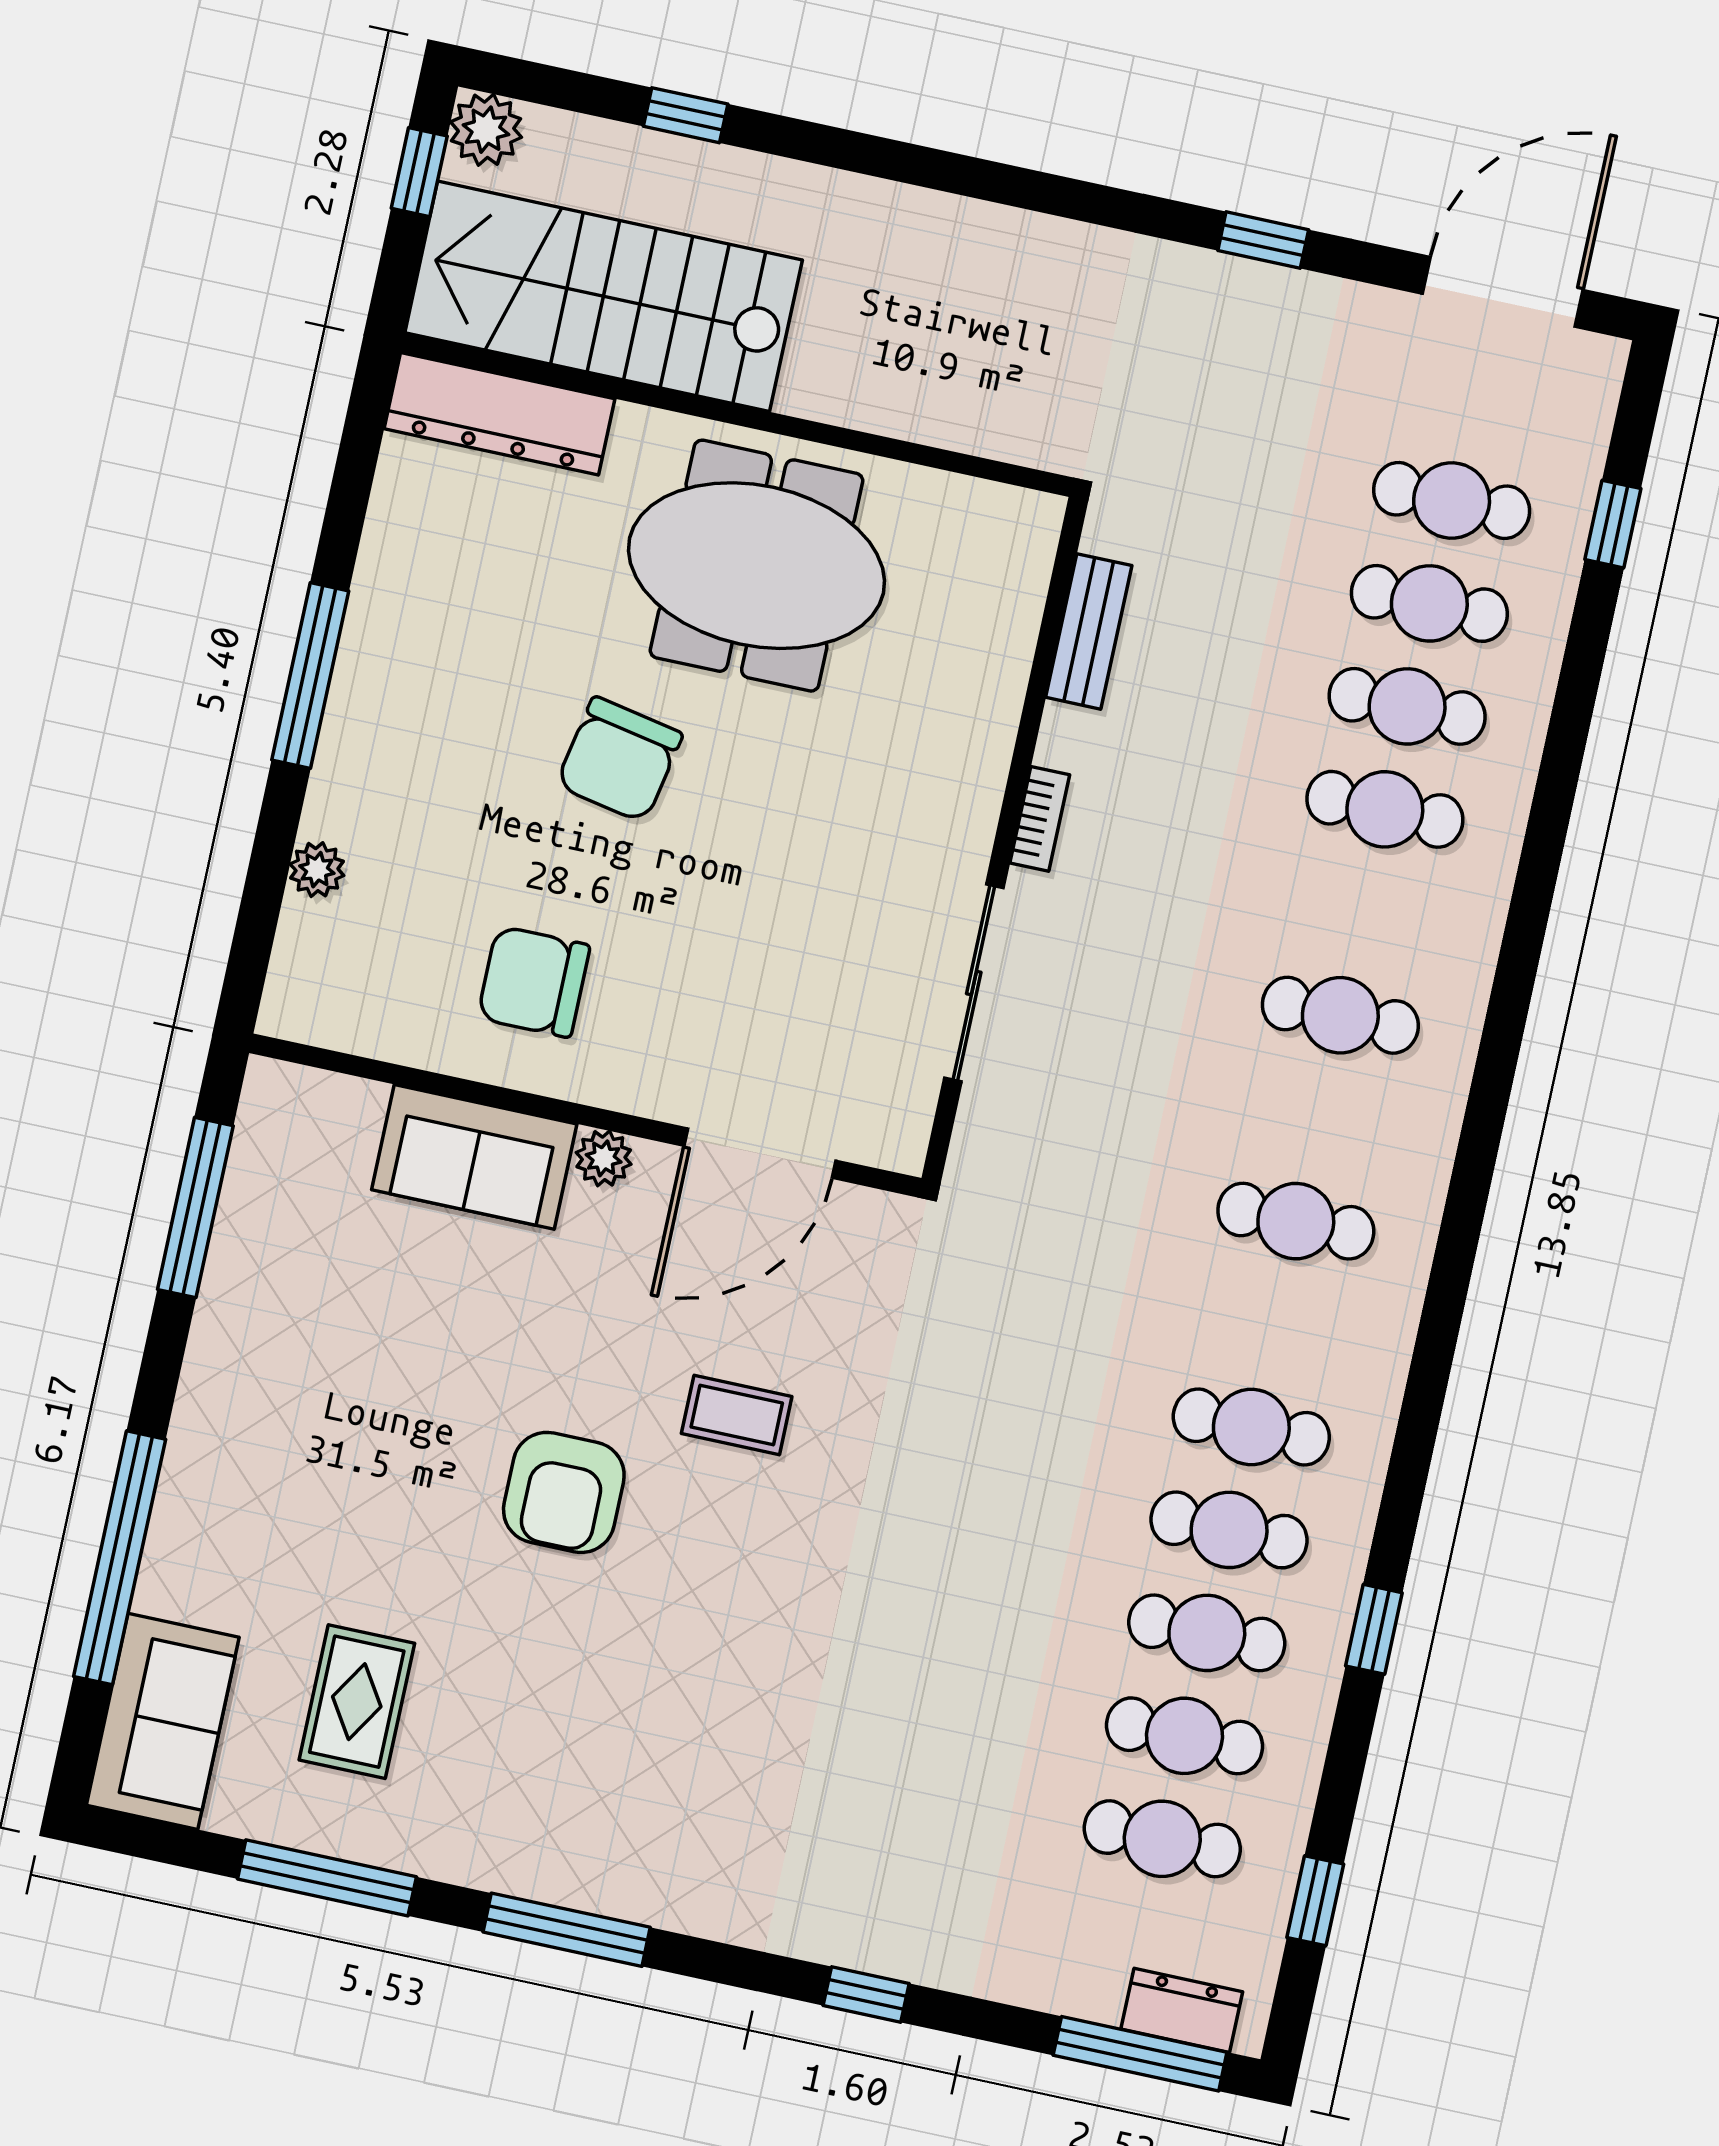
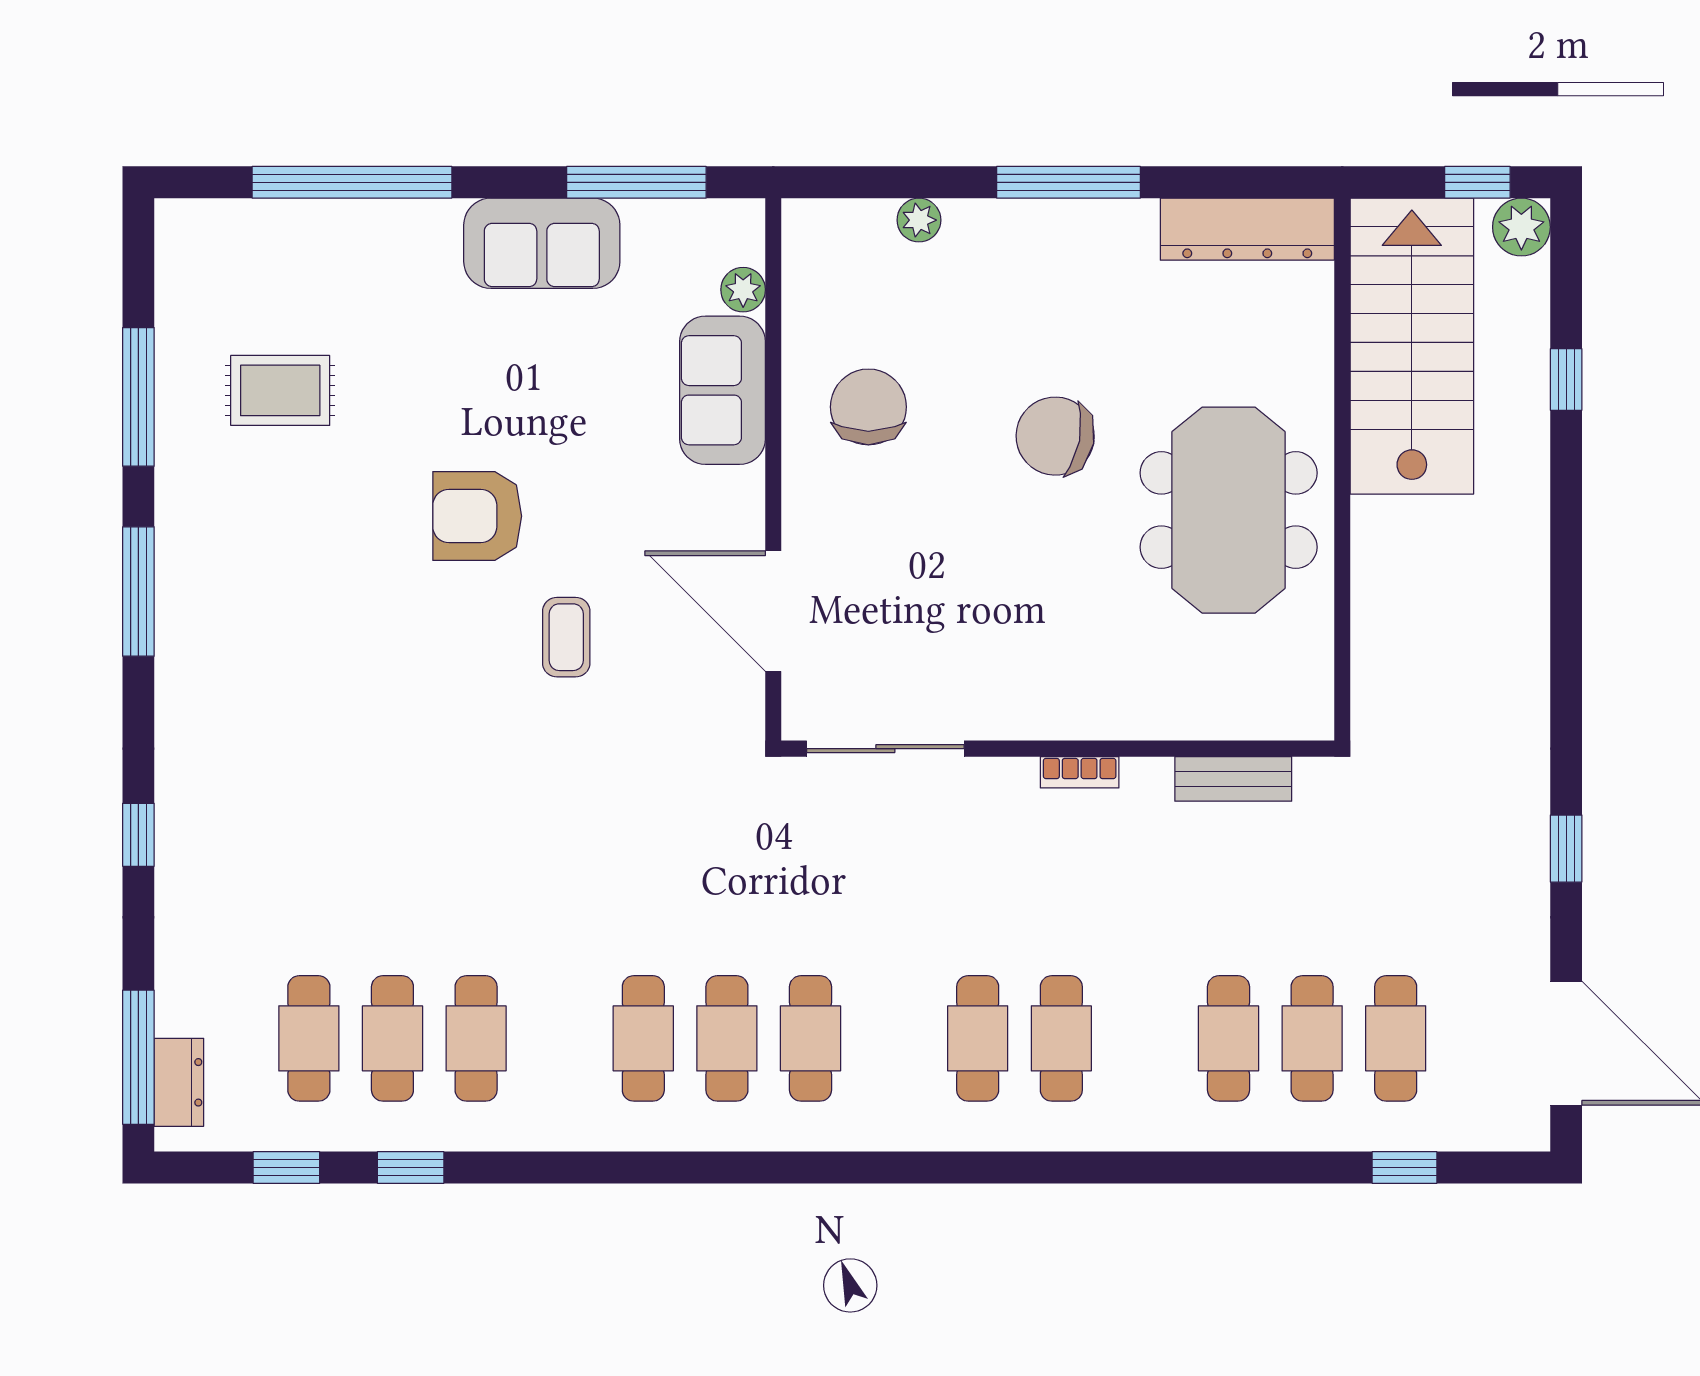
dresser: (499, 414) -> (1247, 229), moved, turned -90
cafe table: (1385, 809) -> (1061, 1038), moved
sliding door: (974, 983) -> (885, 749), moved
plant: (604, 1158) -> (743, 290), moved
cafe table: (1229, 1530) -> (727, 1038), moved
window: (1374, 1629) -> (411, 1167), moved
sofa: (163, 1721) -> (542, 243), moved

